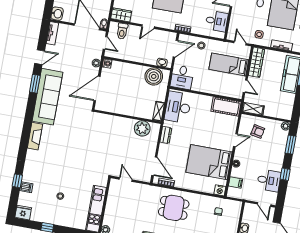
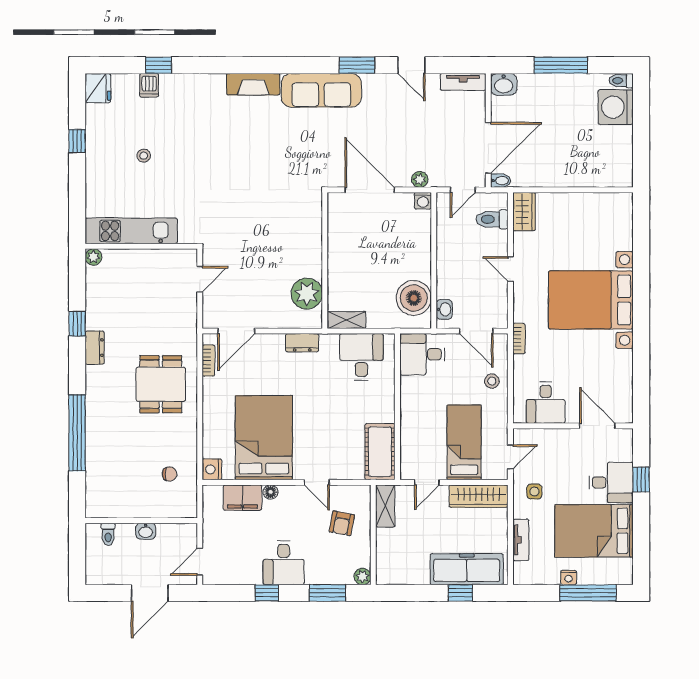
sofa: (47, 97) -> (321, 90), width x0.74, depth x0.79
desk: (178, 107) -> (361, 357), width x0.73
desk: (269, 181) -> (284, 563), moved
filing cabinet: (236, 183) -> (242, 498), width x2.00

